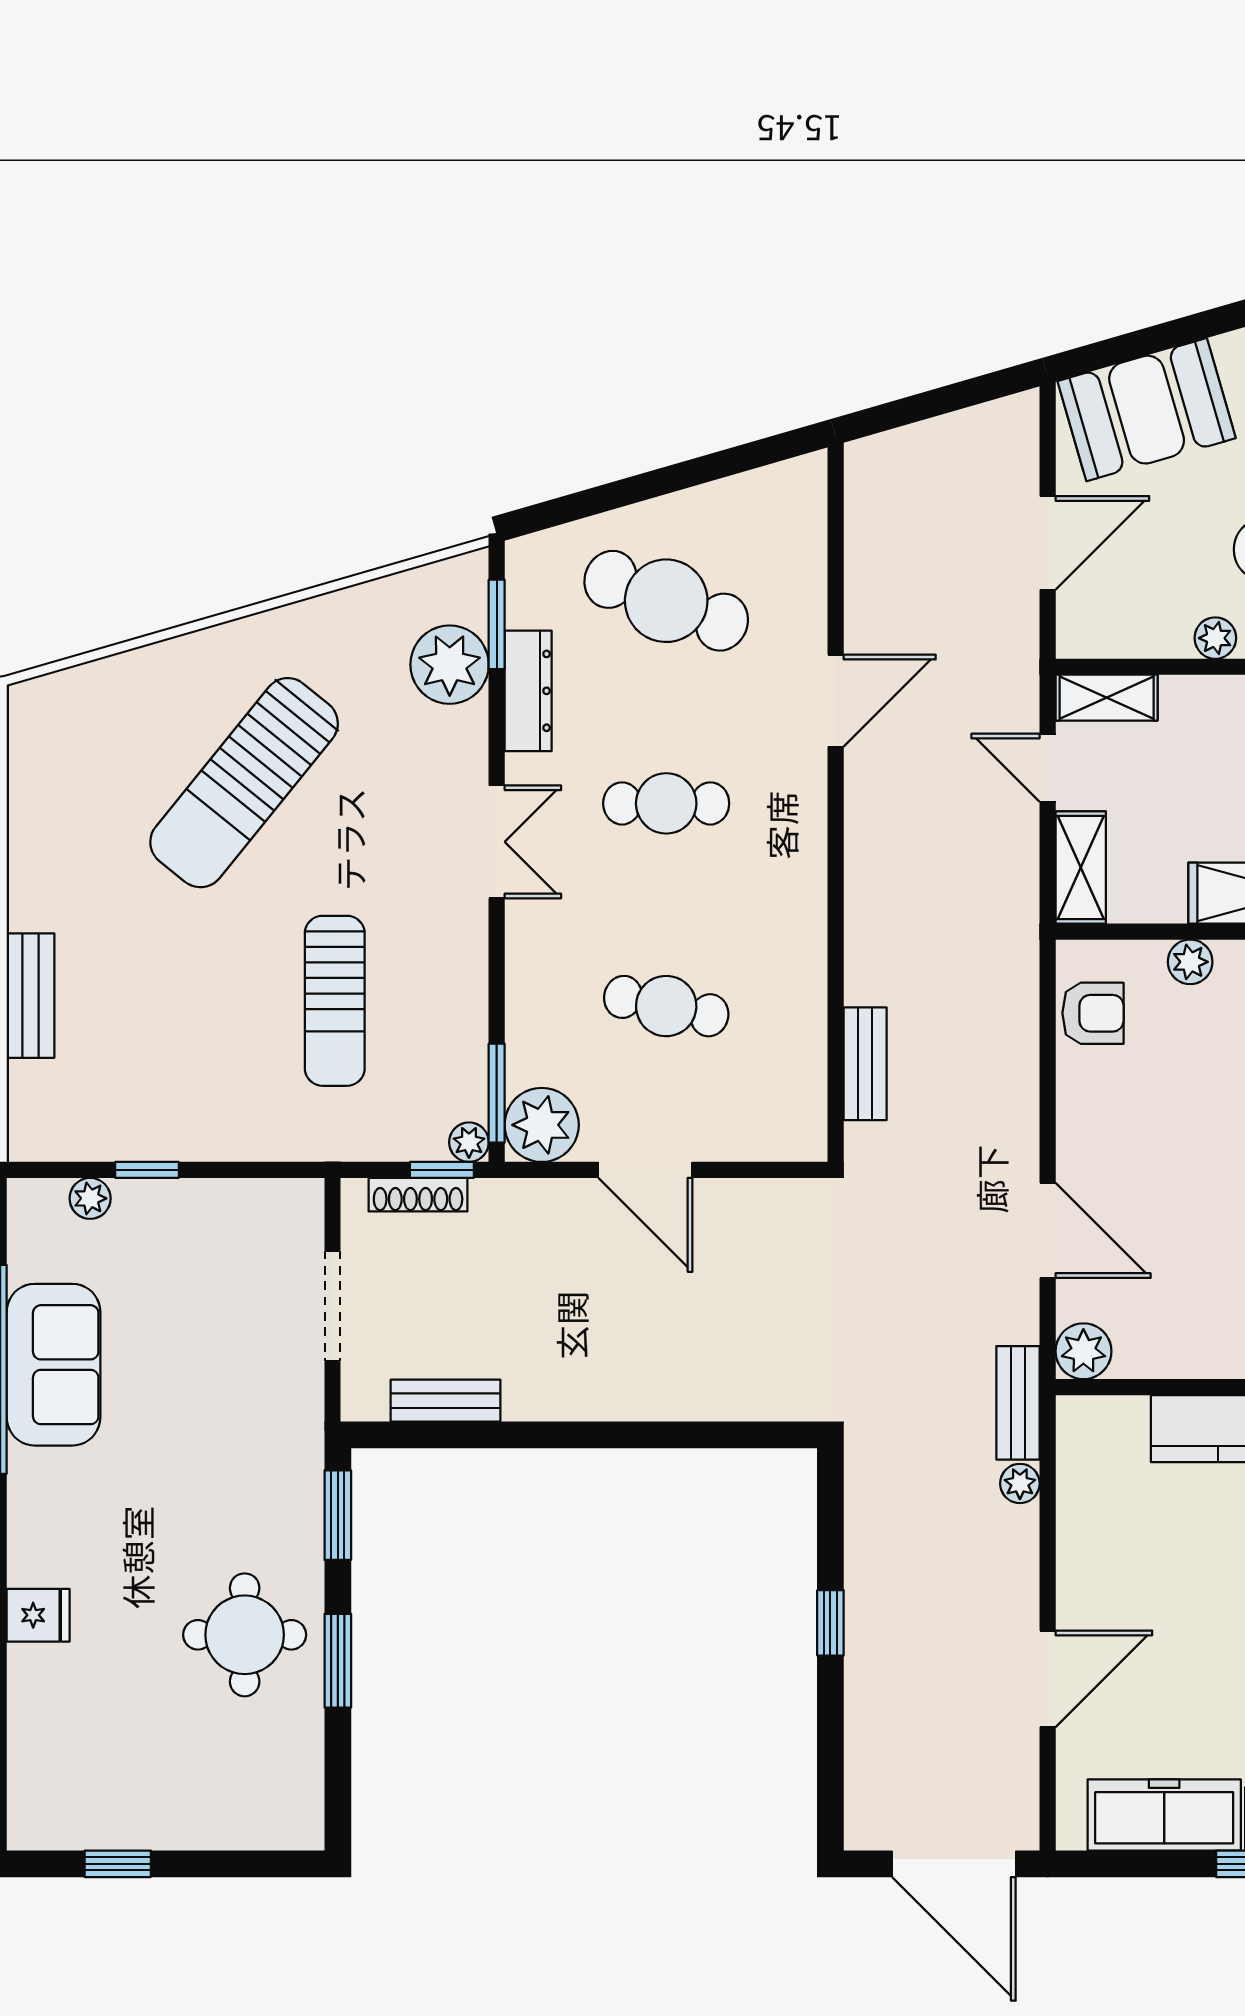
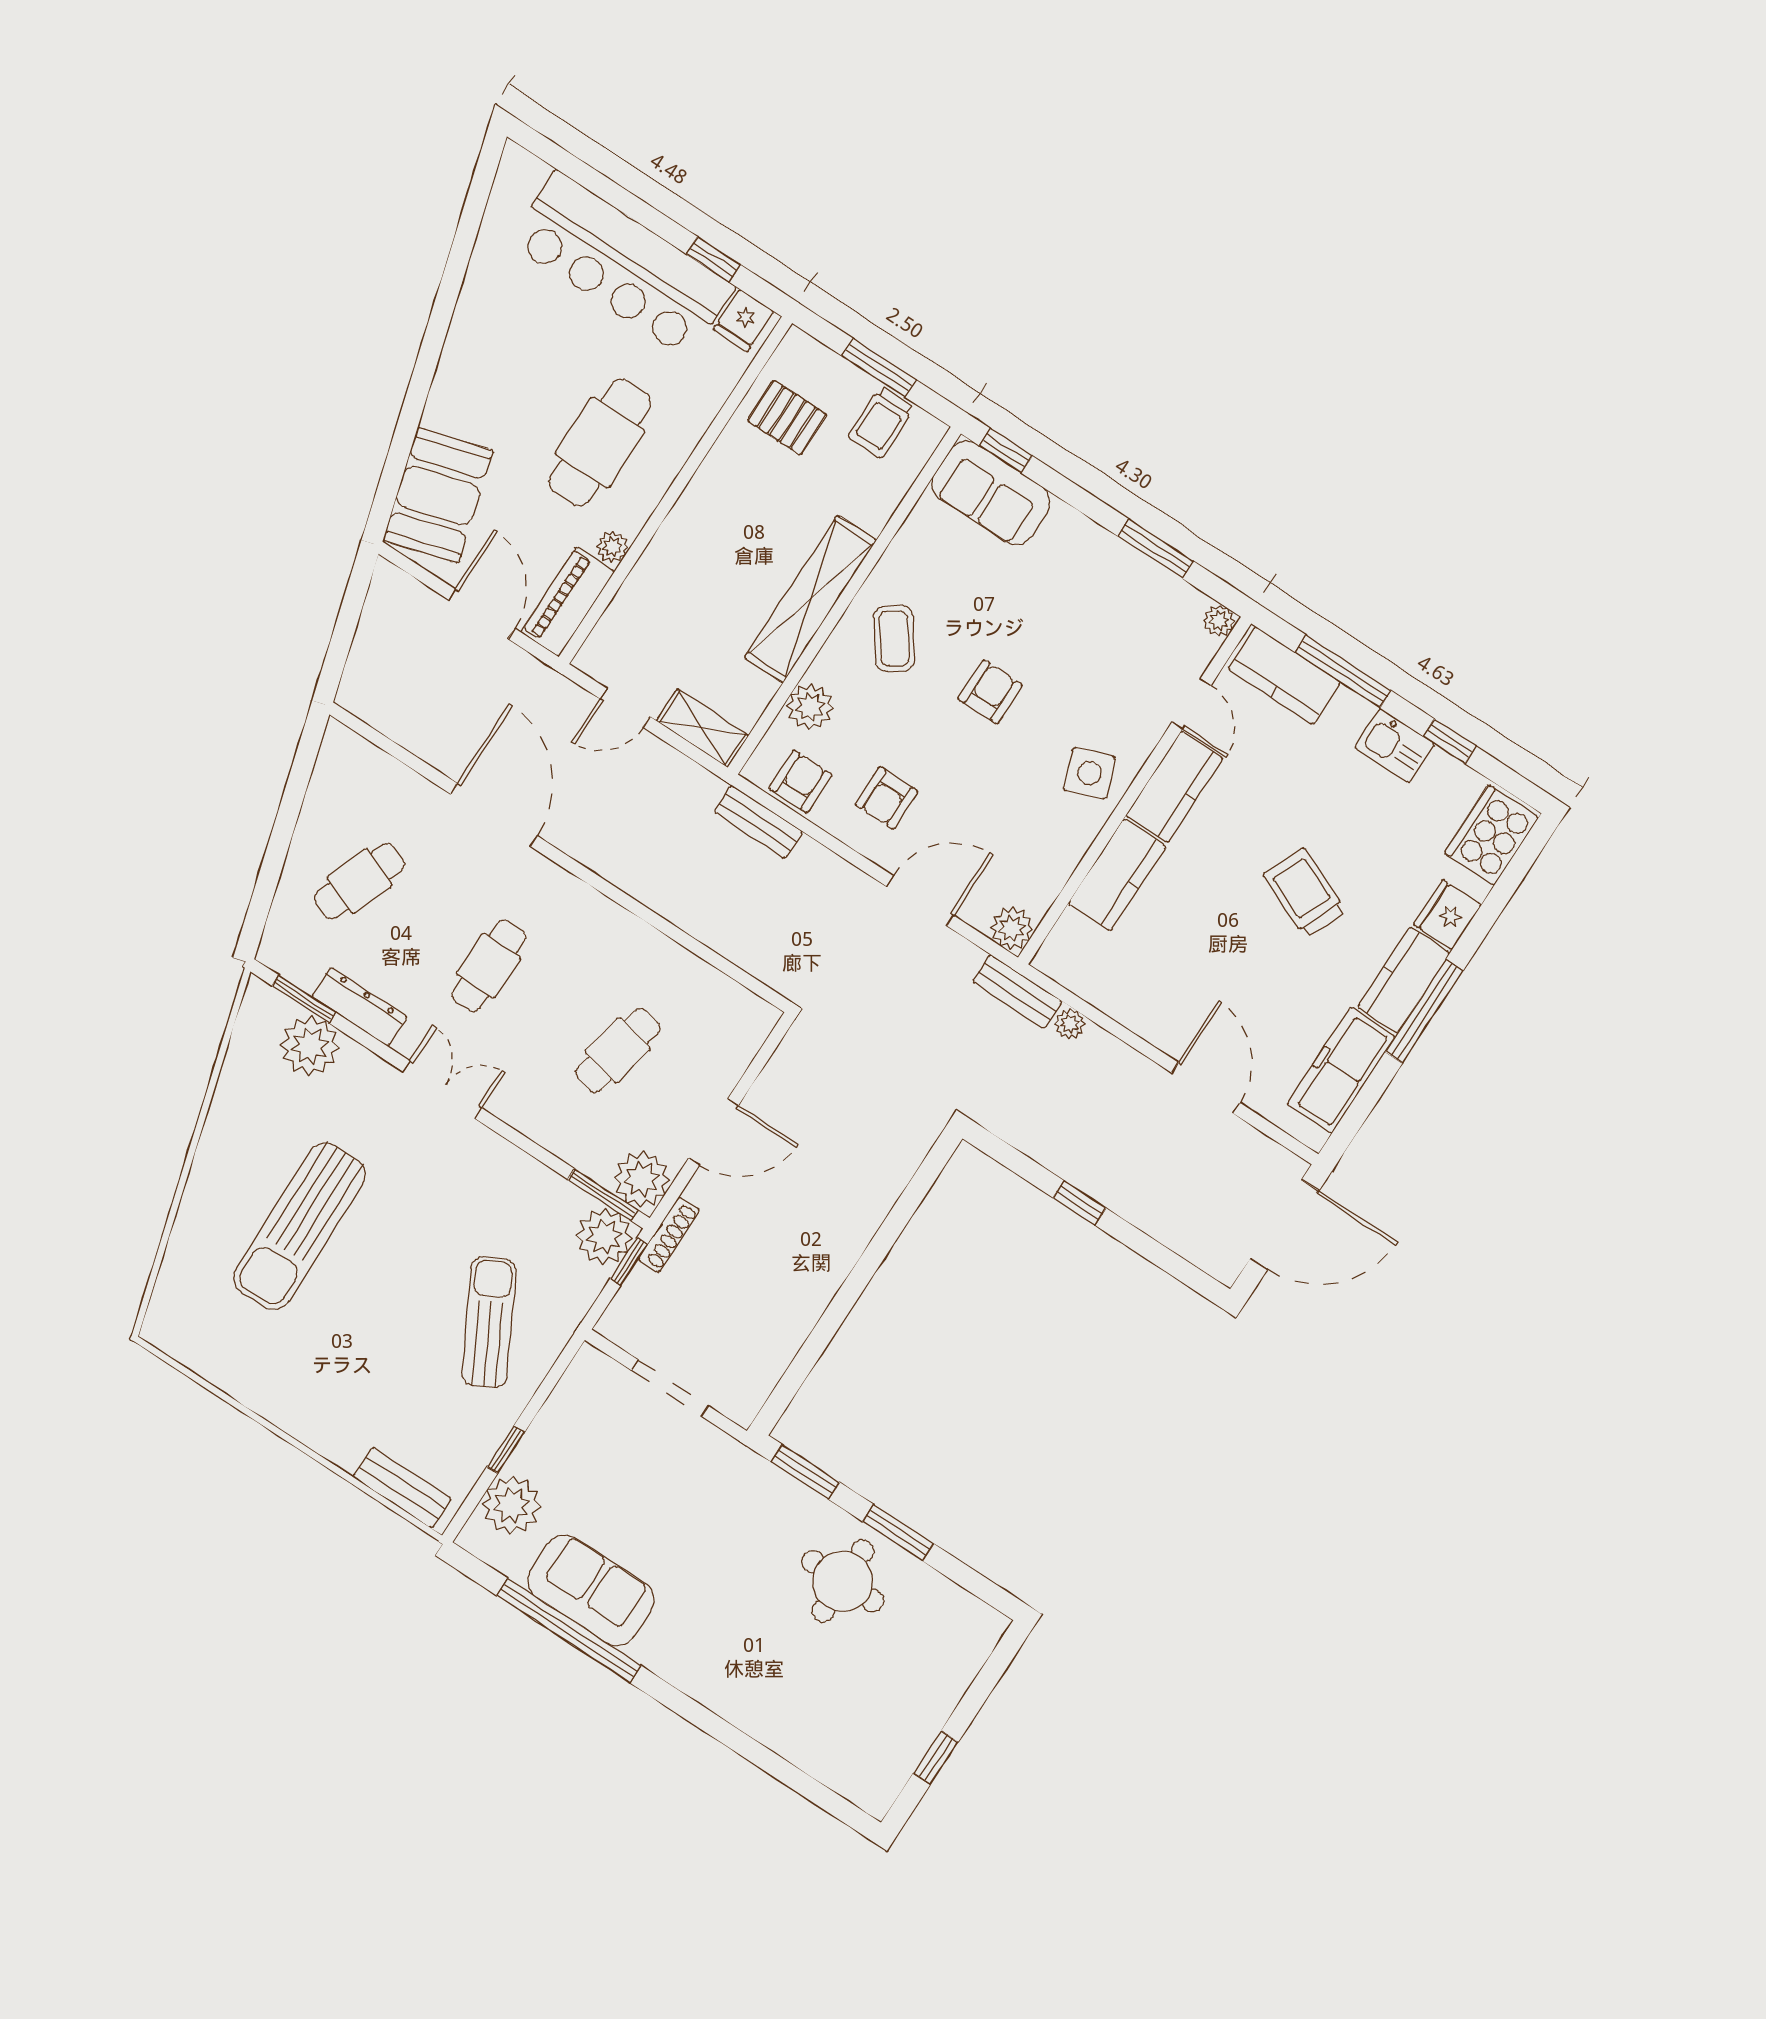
cafe table: (666, 601) -> (360, 881), width x0.73, depth x0.74
piano: (1123, 629) -> (568, 602), added
shelving: (1107, 698) -> (605, 641), removed
door: (836, 701) -> (494, 815), width x1.36
sun lounger: (244, 783) -> (299, 1226), turned 50
plant: (1190, 962) -> (810, 707), width x1.38, depth x1.38
bench: (30, 996) -> (402, 1488), moved
sun lounger: (335, 1001) -> (489, 1322), moved, turned -118
bench: (865, 1064) -> (758, 822), moved
armchair: (1136, 1120) -> (886, 798), added
plant: (469, 1142) -> (604, 1237), width x1.88, depth x1.88
shoe rack: (418, 1195) -> (669, 1235), moved
plant: (90, 1198) -> (512, 1505), width x1.88, depth x1.88
bench: (446, 1401) -> (777, 1355), removed
fridge: (38, 1615) -> (744, 1705), removed

